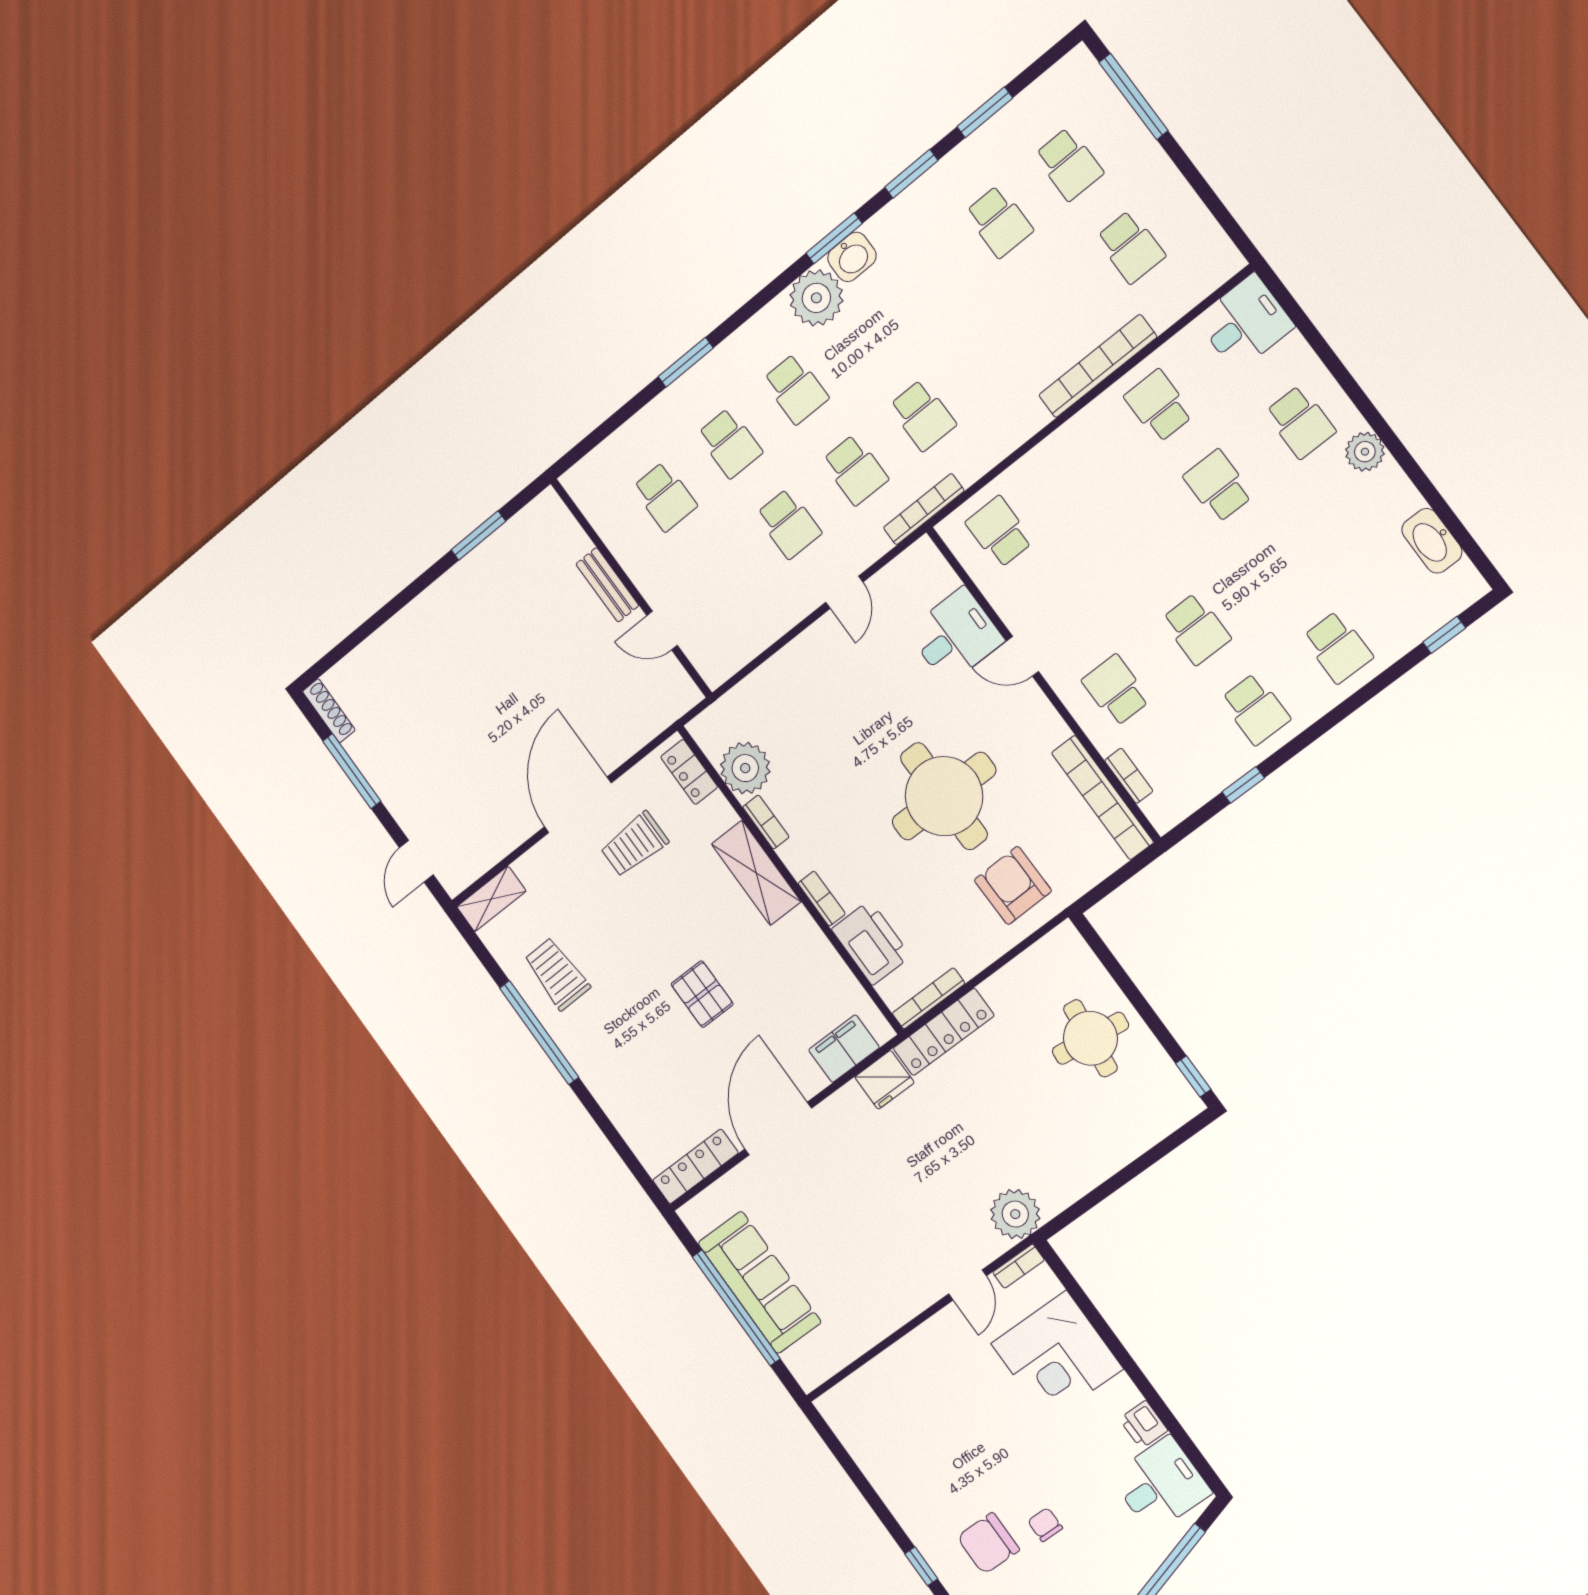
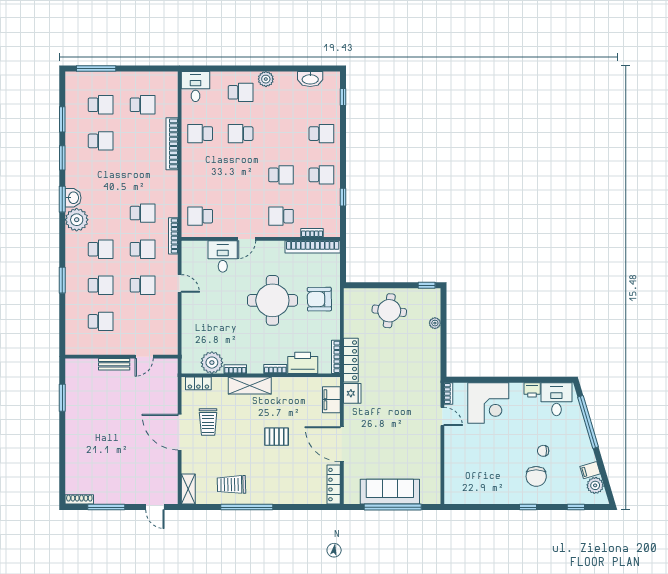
plant: (1015, 1214) -> (435, 323), moved, width x0.53, depth x0.53

